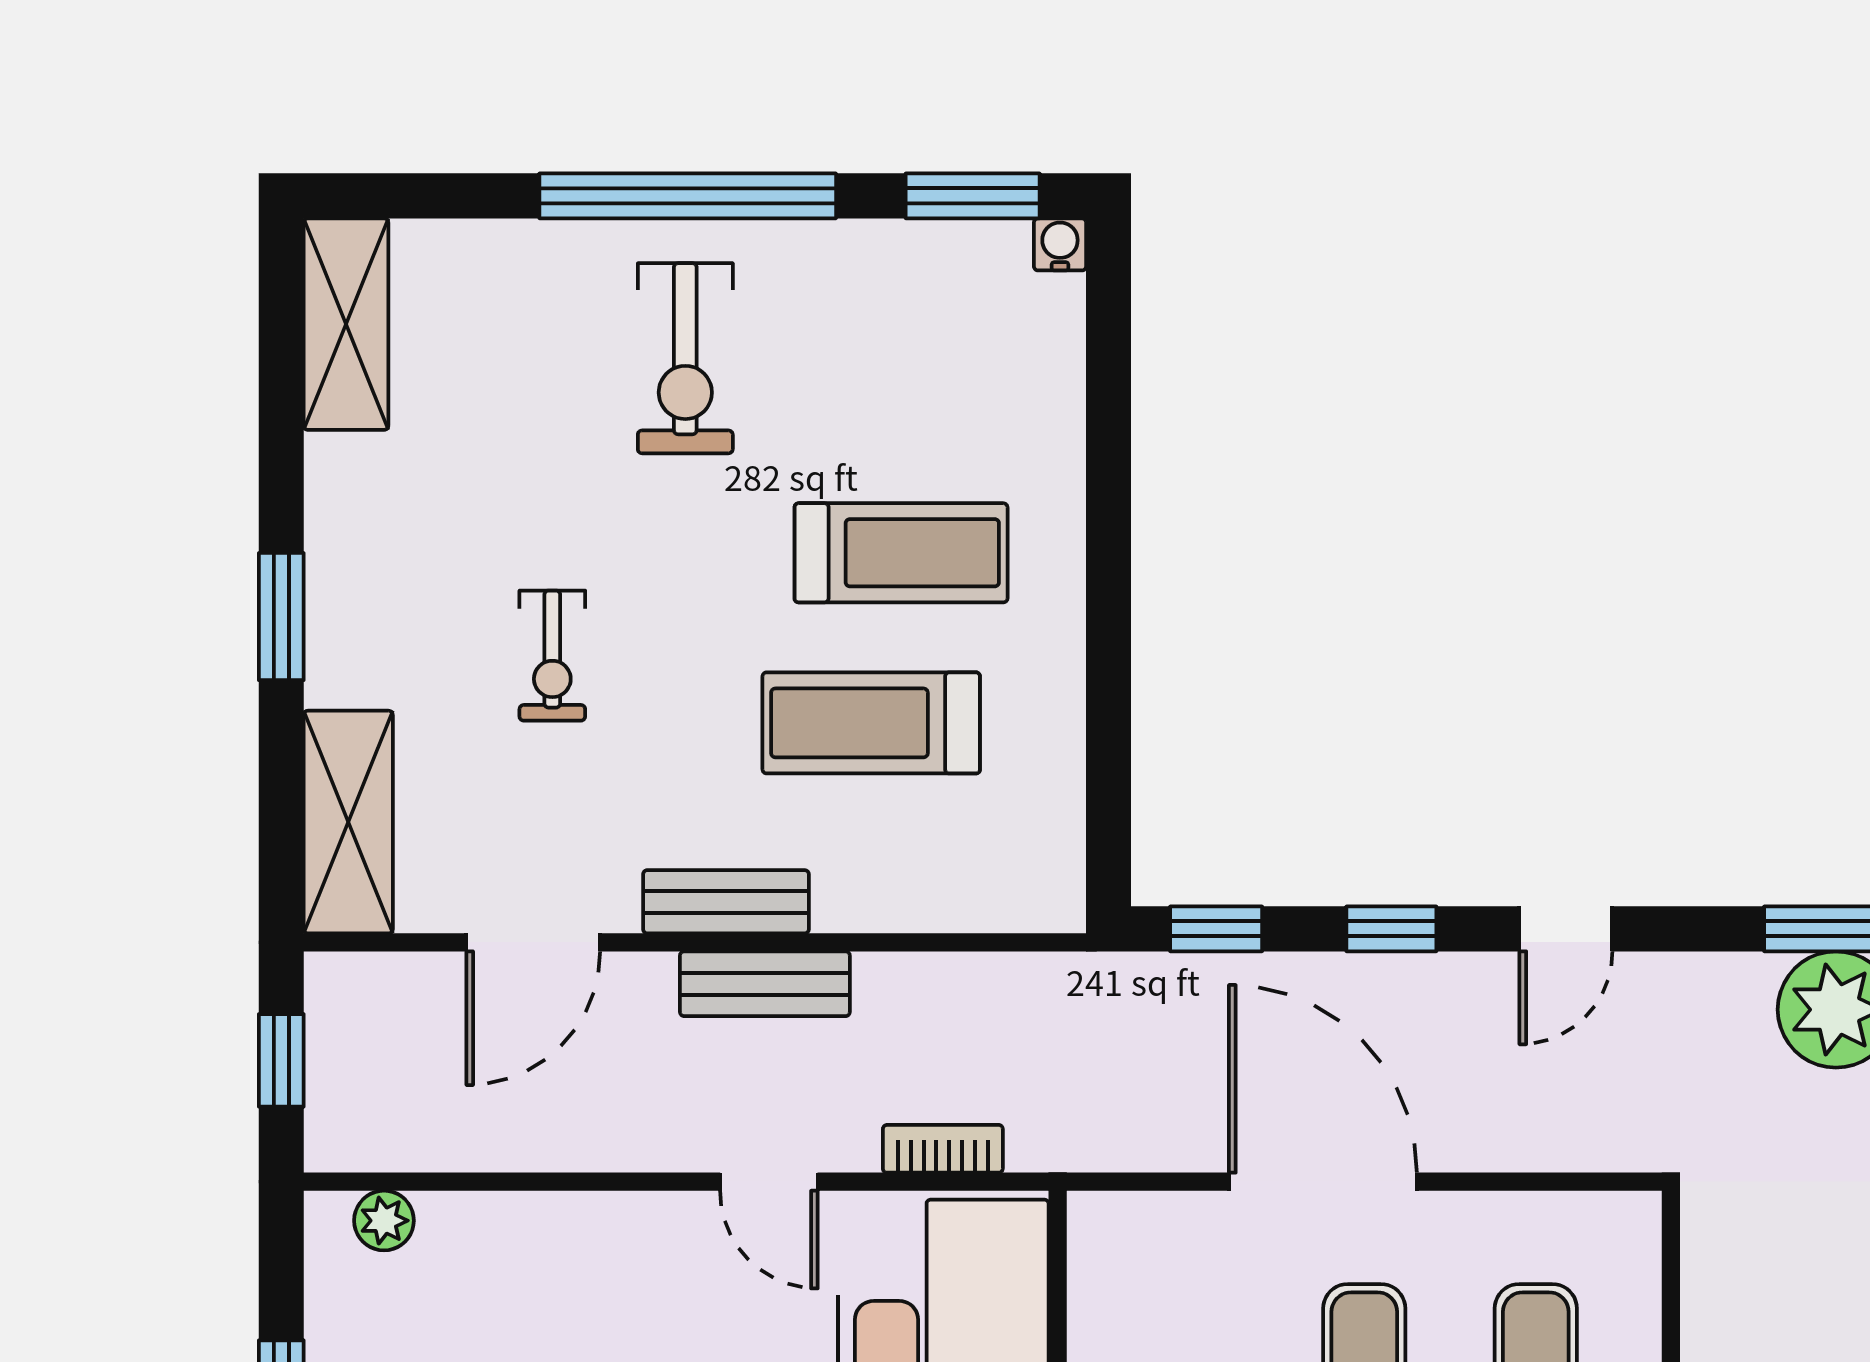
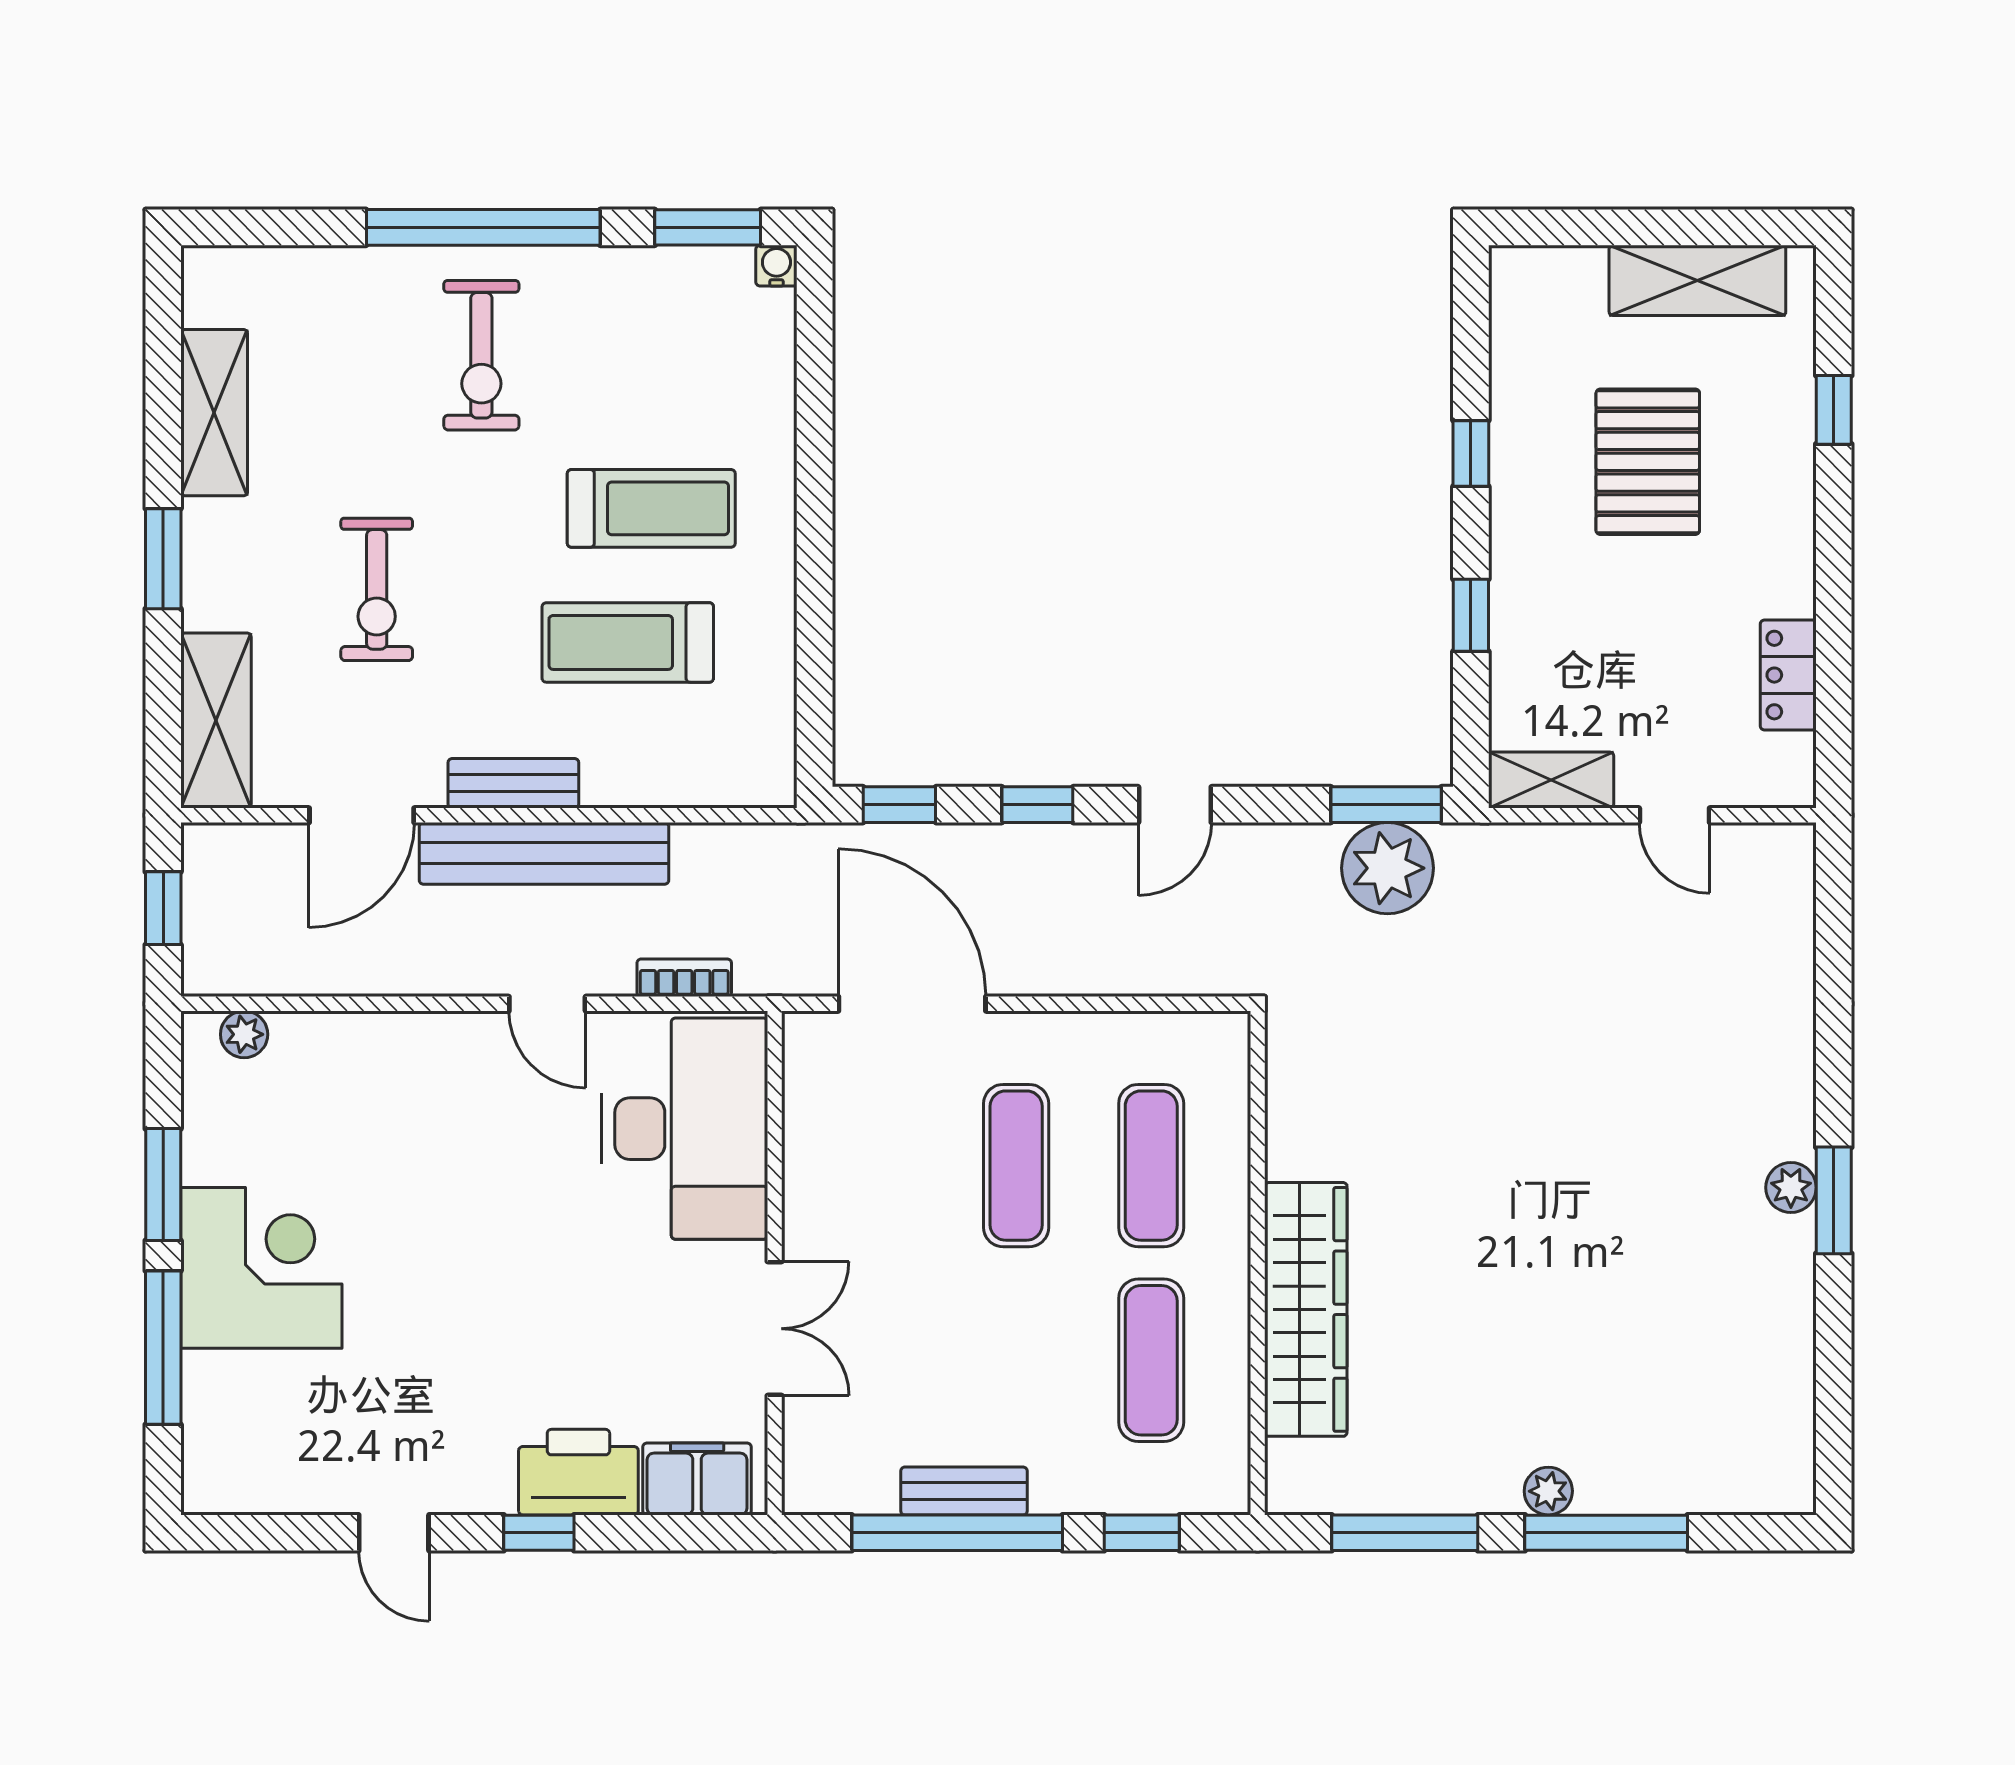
shelving: (346, 324) -> (214, 413), moved
exercise bike: (552, 656) -> (377, 589), width x1.38, depth x1.39
bench: (765, 984) -> (544, 853), width x1.86, depth x1.21
door: (1323, 1182) -> (912, 1004), moved

